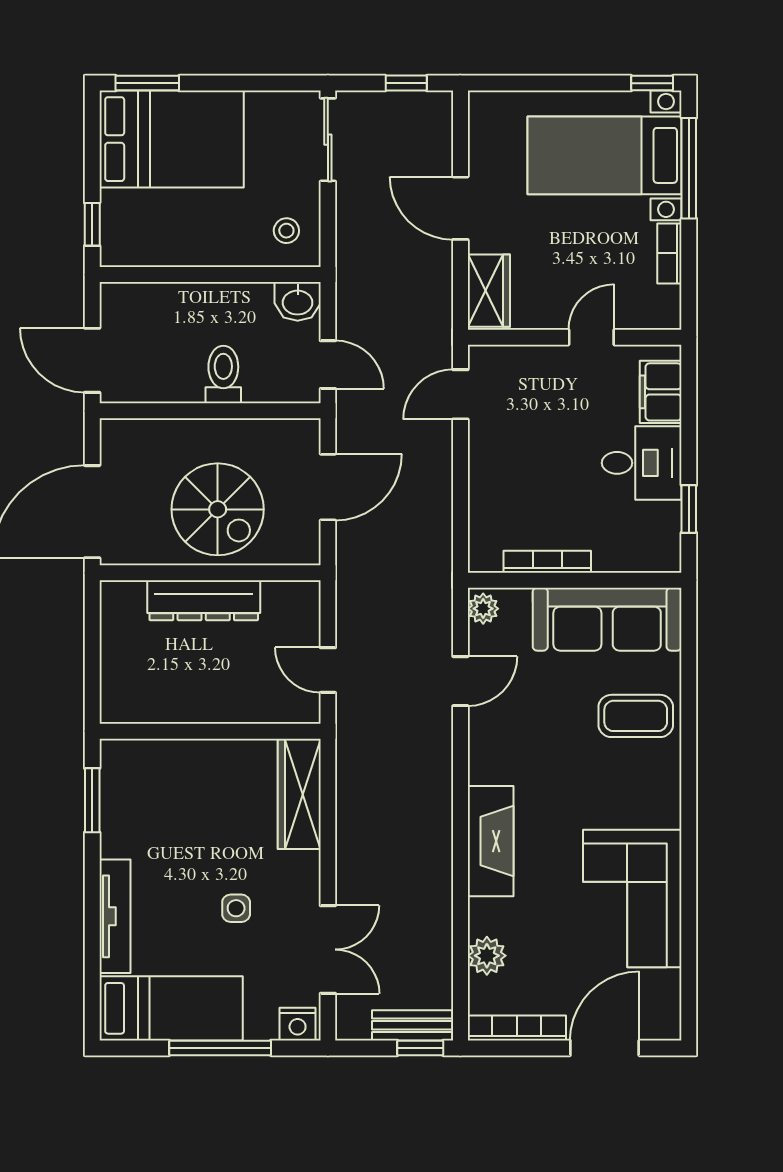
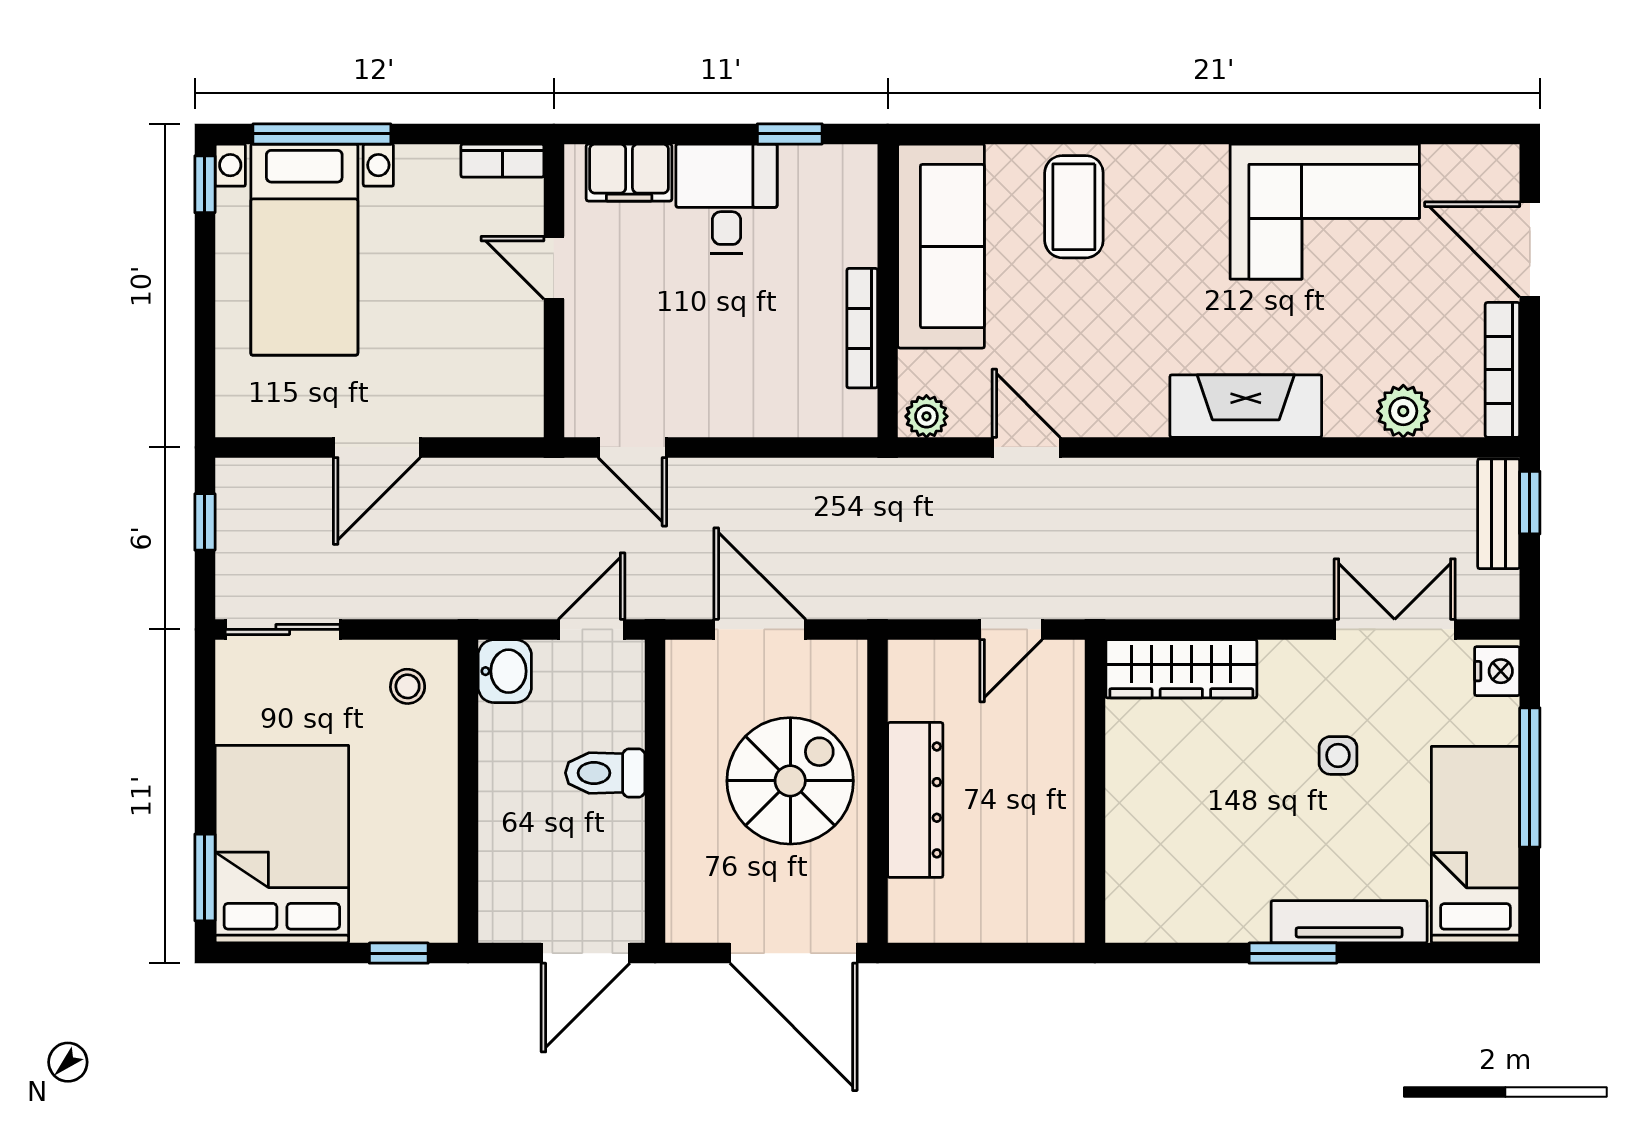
bookcase: (669, 253) -> (502, 161), moved
wardrobe: (489, 291) -> (490, 408), removed
window: (92, 800) -> (1293, 953), moved

